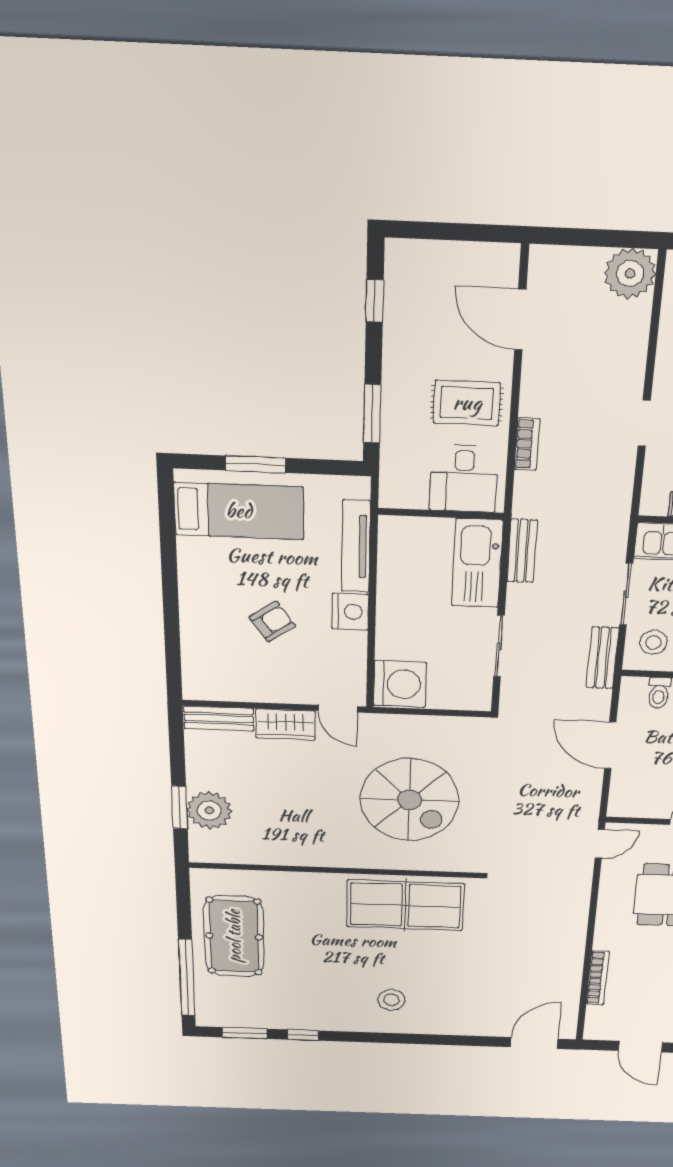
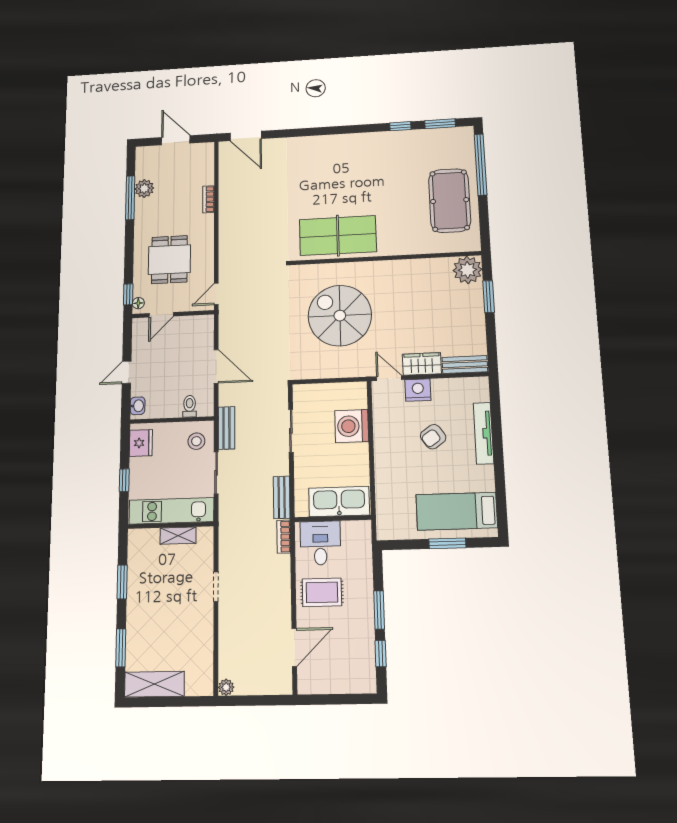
plant: (630, 273) -> (226, 687), width x0.53, depth x0.53
door: (520, 320) -> (294, 647), hinge flipped
window: (372, 414) -> (379, 610), moved
bookcase: (527, 444) -> (284, 537), moved
tv unit: (356, 546) -> (483, 433), moved, turned 180
kitchen sink: (477, 563) -> (339, 501), moved, turned -90
nightstand: (350, 612) -> (418, 390), moved, turned 90
washing machine: (400, 684) -> (352, 426), moved
plant: (209, 810) -> (467, 270), moved
bookcase: (598, 978) -> (209, 199), width x0.64
stool: (391, 1000) -> (343, 161), removed
door: (534, 1043) -> (246, 136), hinge flipped

